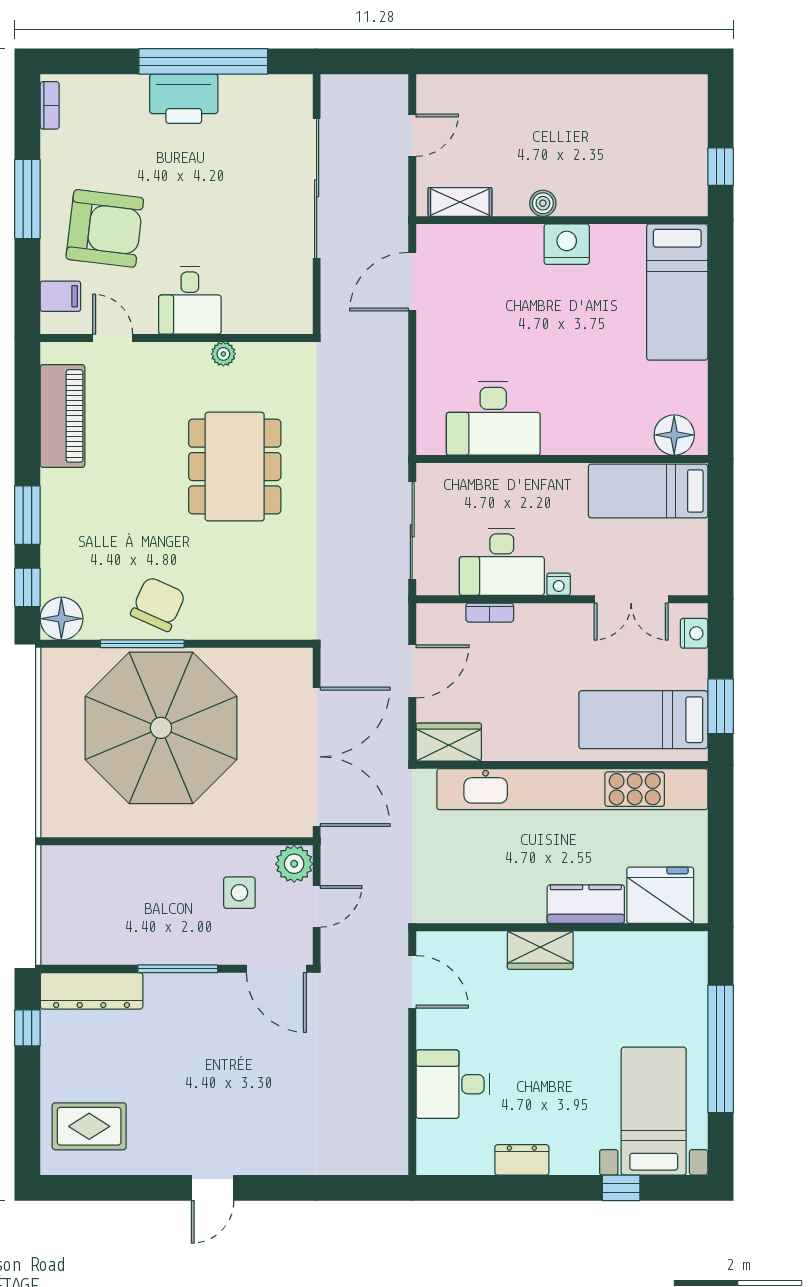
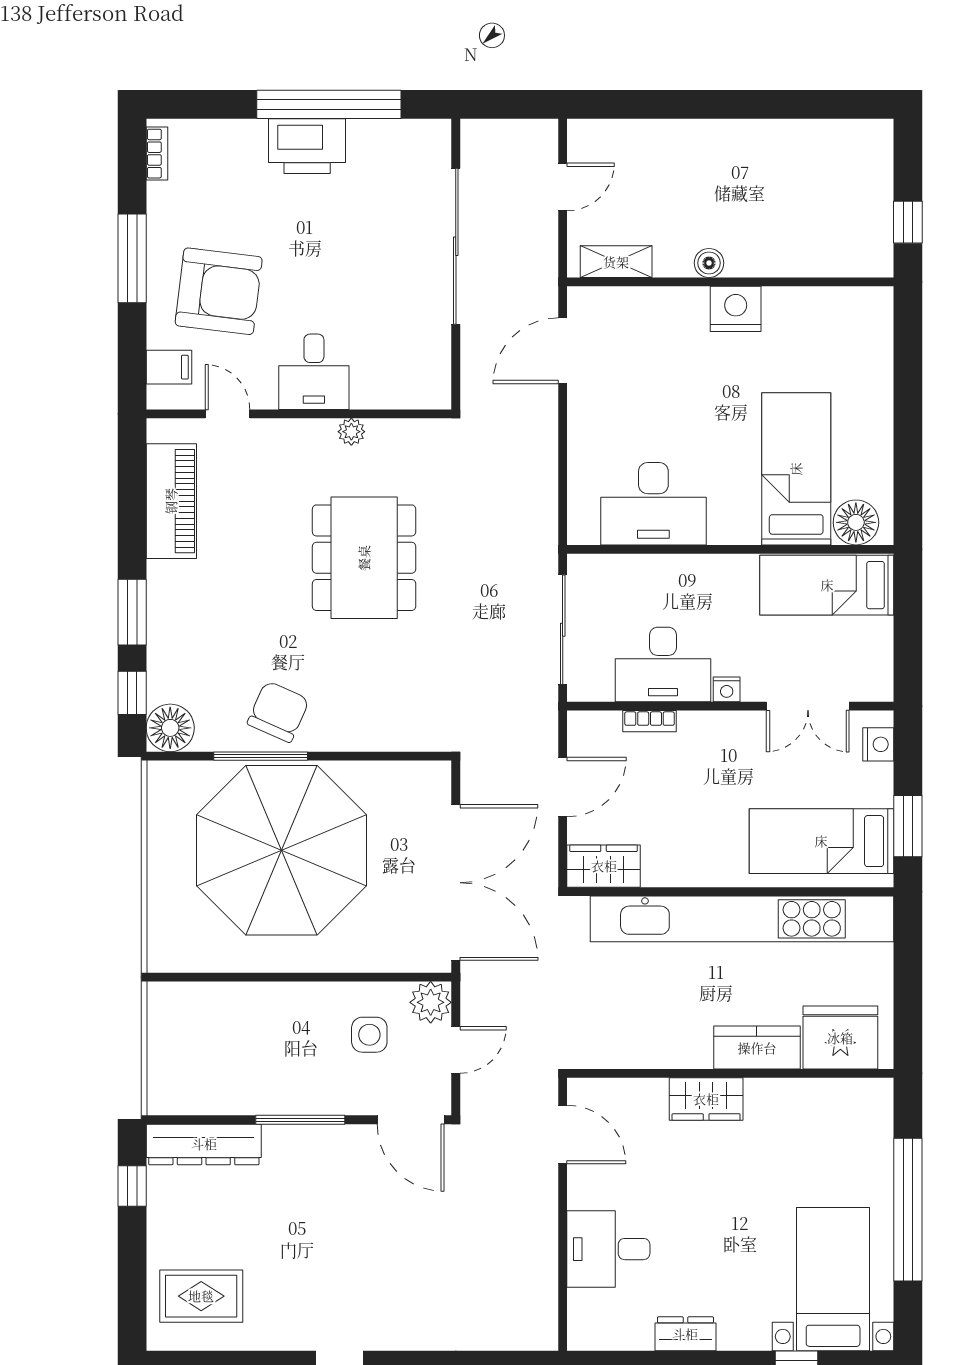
bed: (677, 292) -> (796, 469), moved, turned 180

